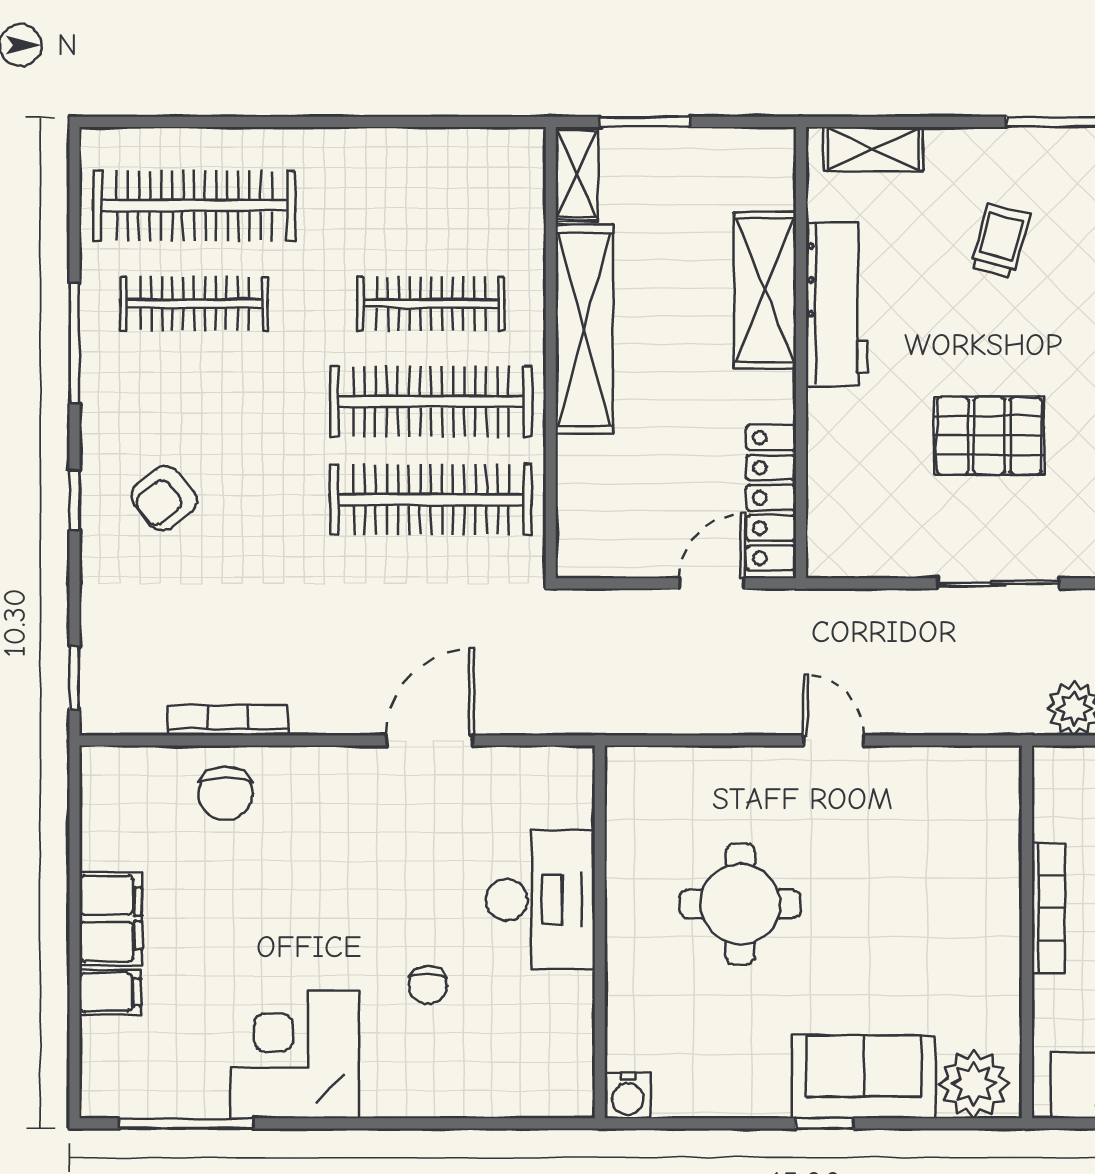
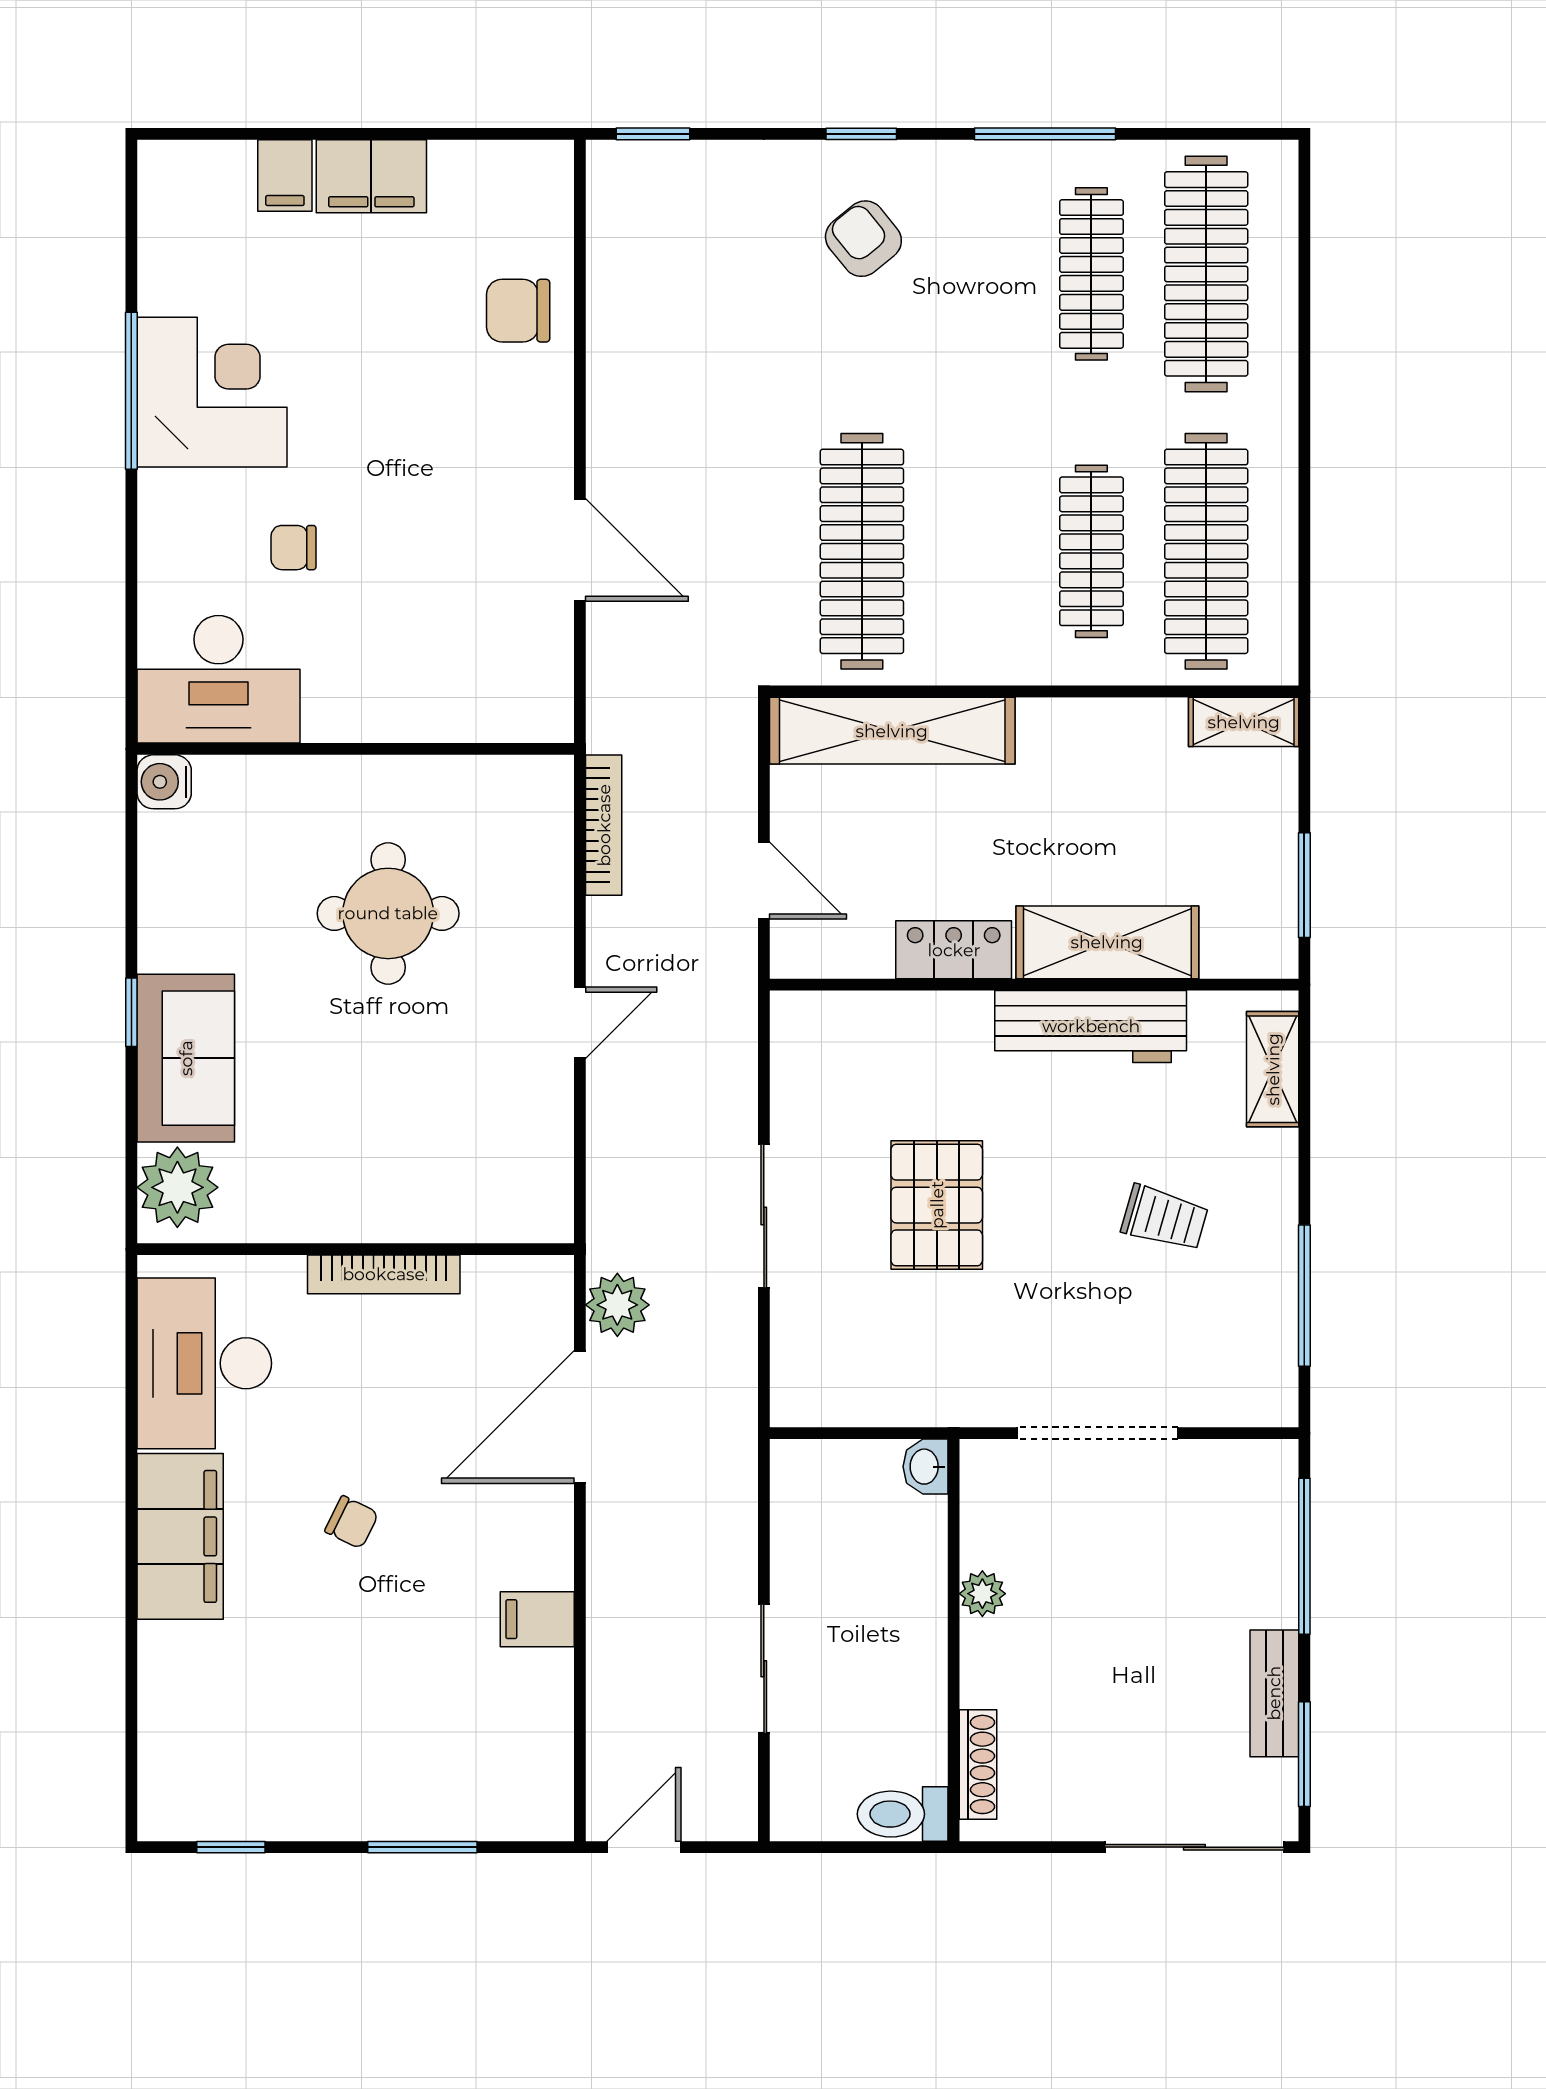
window: (645, 122) -> (1304, 885), moved
shelving: (584, 329) -> (892, 731), moved
clothes rail: (431, 402) -> (1206, 551), moved
locker: (771, 498) -> (954, 950), moved, width x0.66
bookcase: (228, 720) -> (604, 825), moved
desk: (540, 900) -> (218, 679), moved
window: (186, 1123) -> (131, 391), moved

